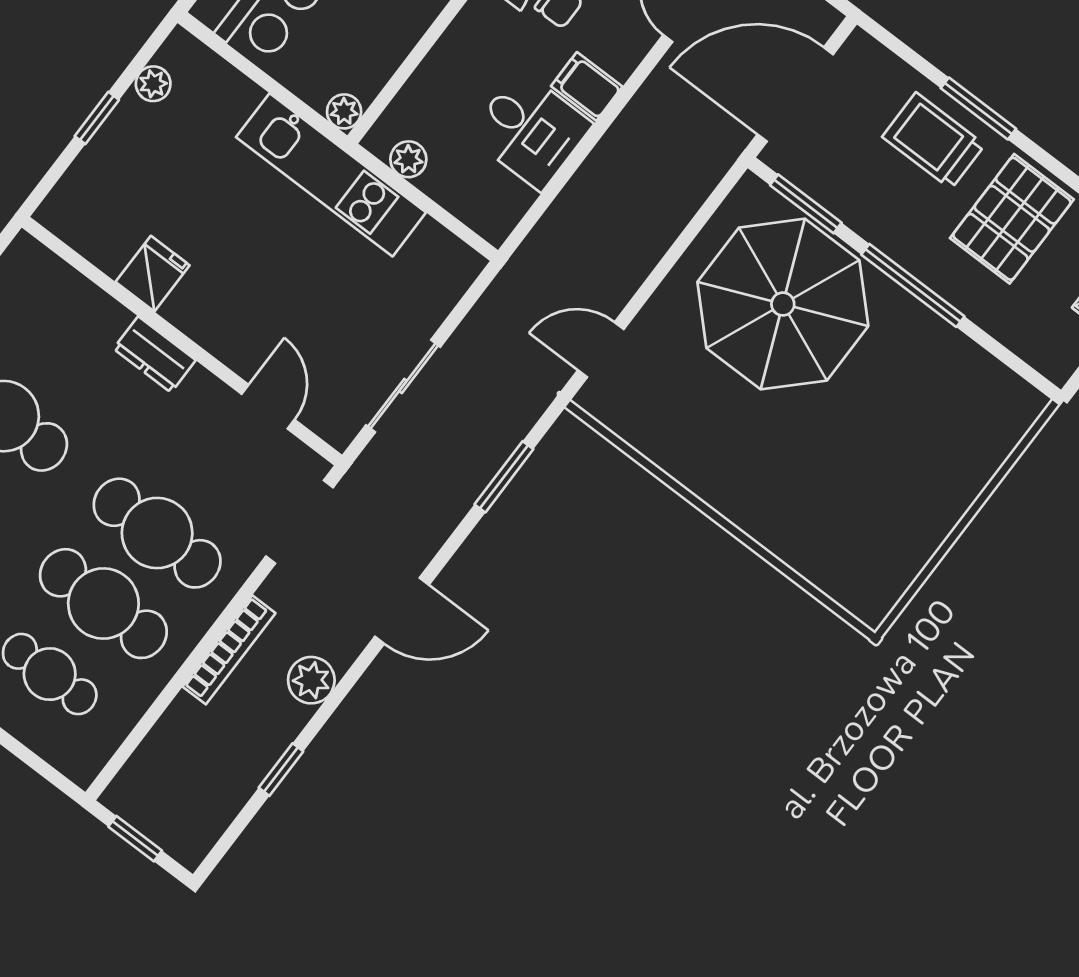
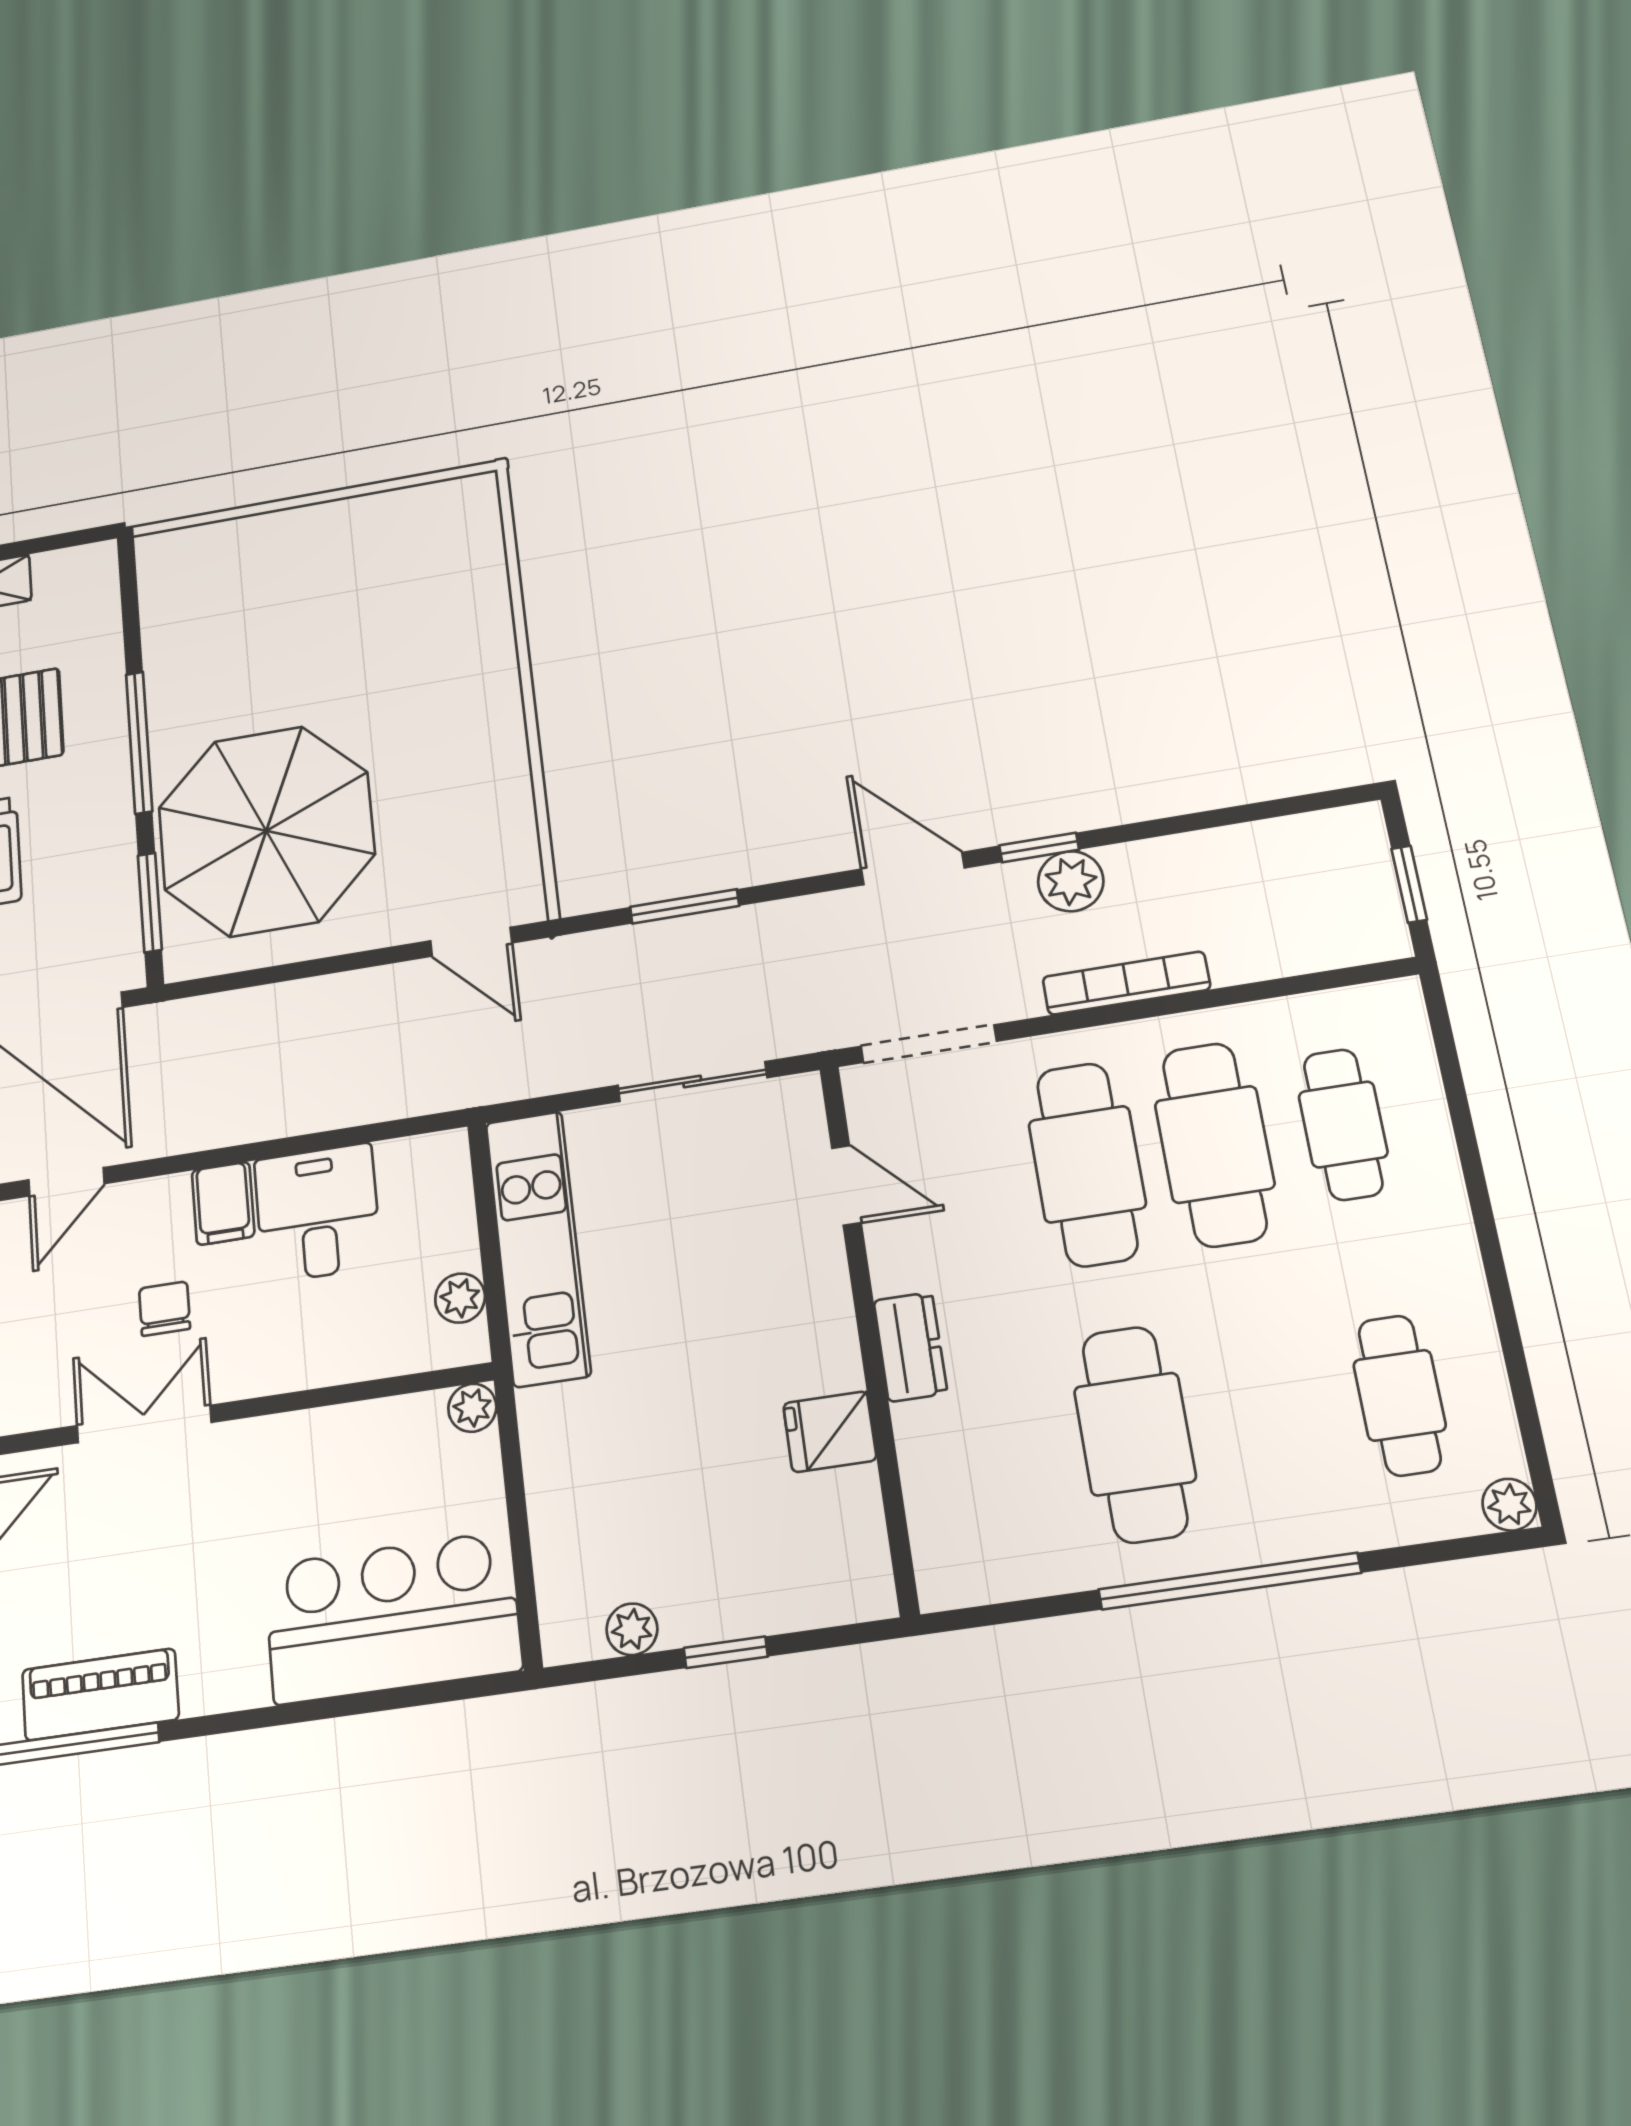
kitchen unit: (331, 175) -> (538, 1248), moved
door: (268, 407) -> (846, 1185), swing flipped
window: (281, 770) -> (1039, 848), moved

